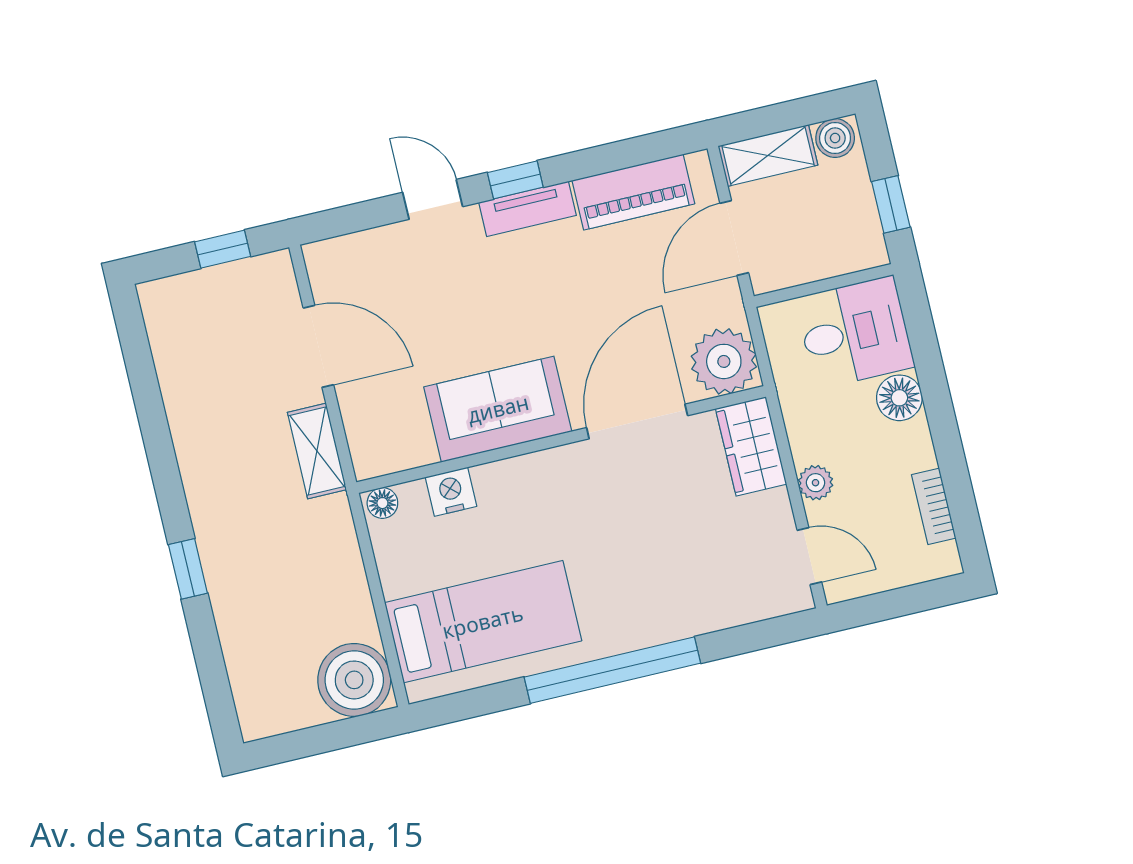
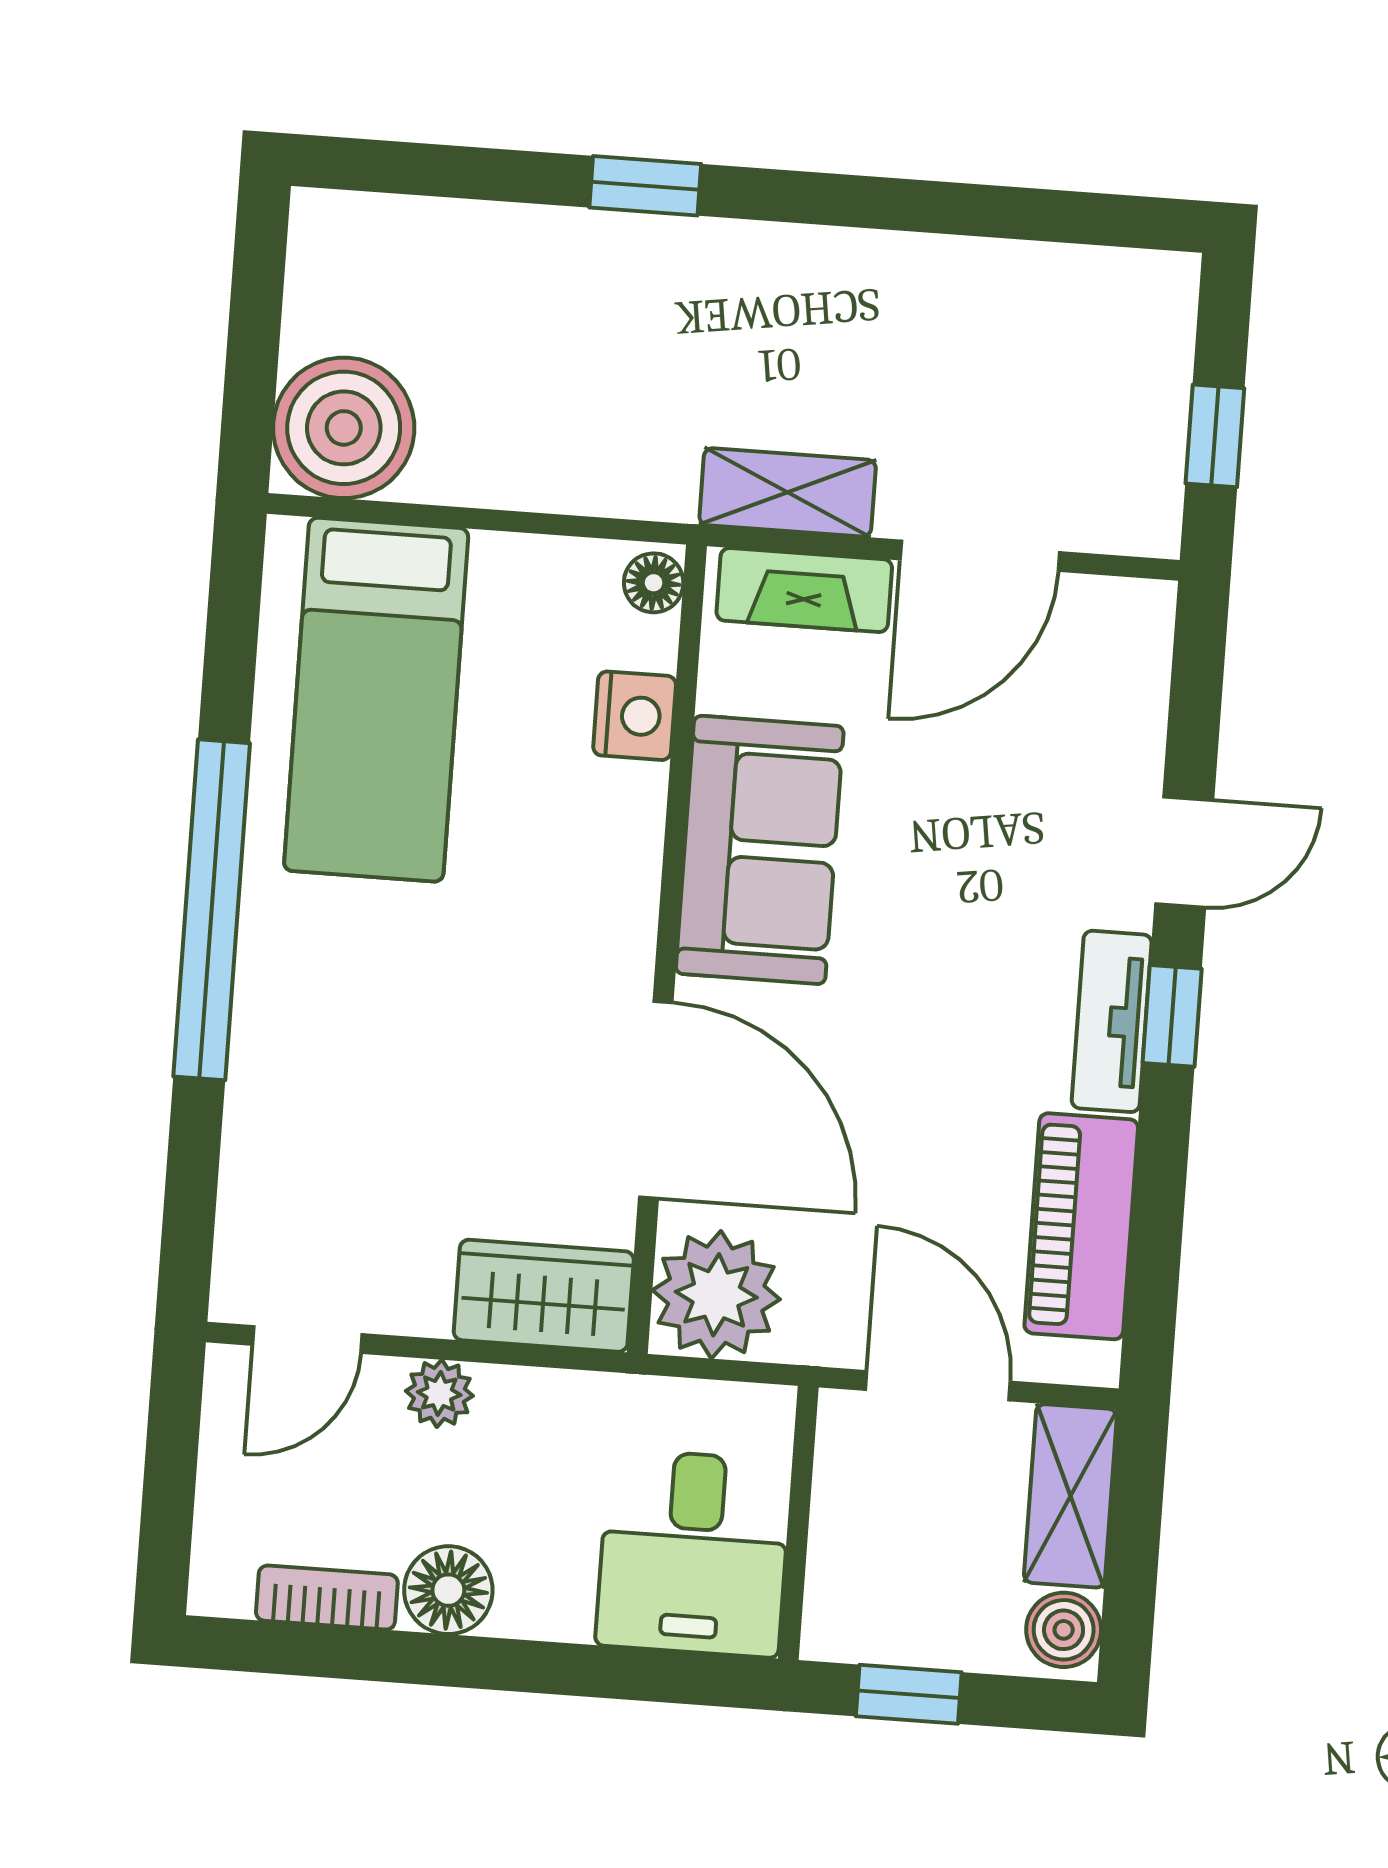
floor lamp: (899, 398) -> (448, 1590), moved
fireplace: (363, 428) -> (804, 590), added

